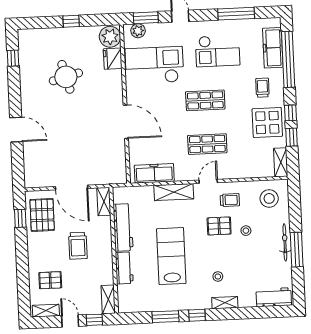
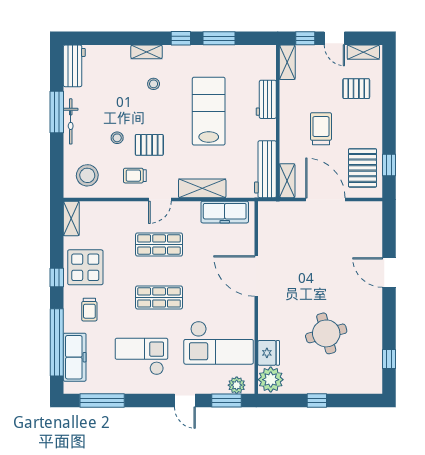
window: (236, 14) -> (102, 400), moved
window: (292, 137) -> (57, 248), removed
workbench: (123, 227) -> (265, 169), moved
lab bench: (171, 256) -> (209, 111), turned 180
workbench: (274, 297) -> (74, 66), moved, turned -90

